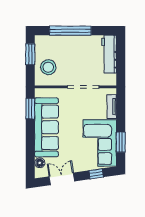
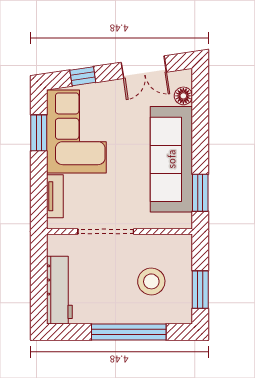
stool: (48, 67) -> (151, 281), moved

